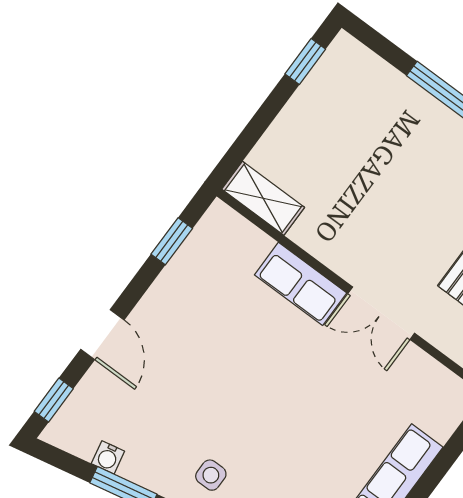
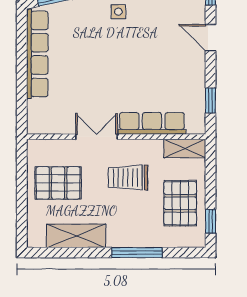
pallet: (330, 122) -> (180, 203), added
trolley: (380, 218) -> (128, 178), added
row of seats: (301, 284) -> (152, 123), width x1.48

